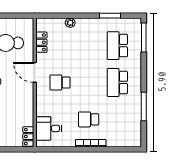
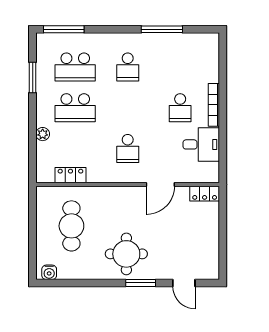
school desk: (89, 46) -> (75, 108), added
door: (35, 72) -> (160, 184), moved
school desk: (117, 82) -> (128, 67), width x0.54
desk: (49, 128) -> (201, 144), moved, turned -90

